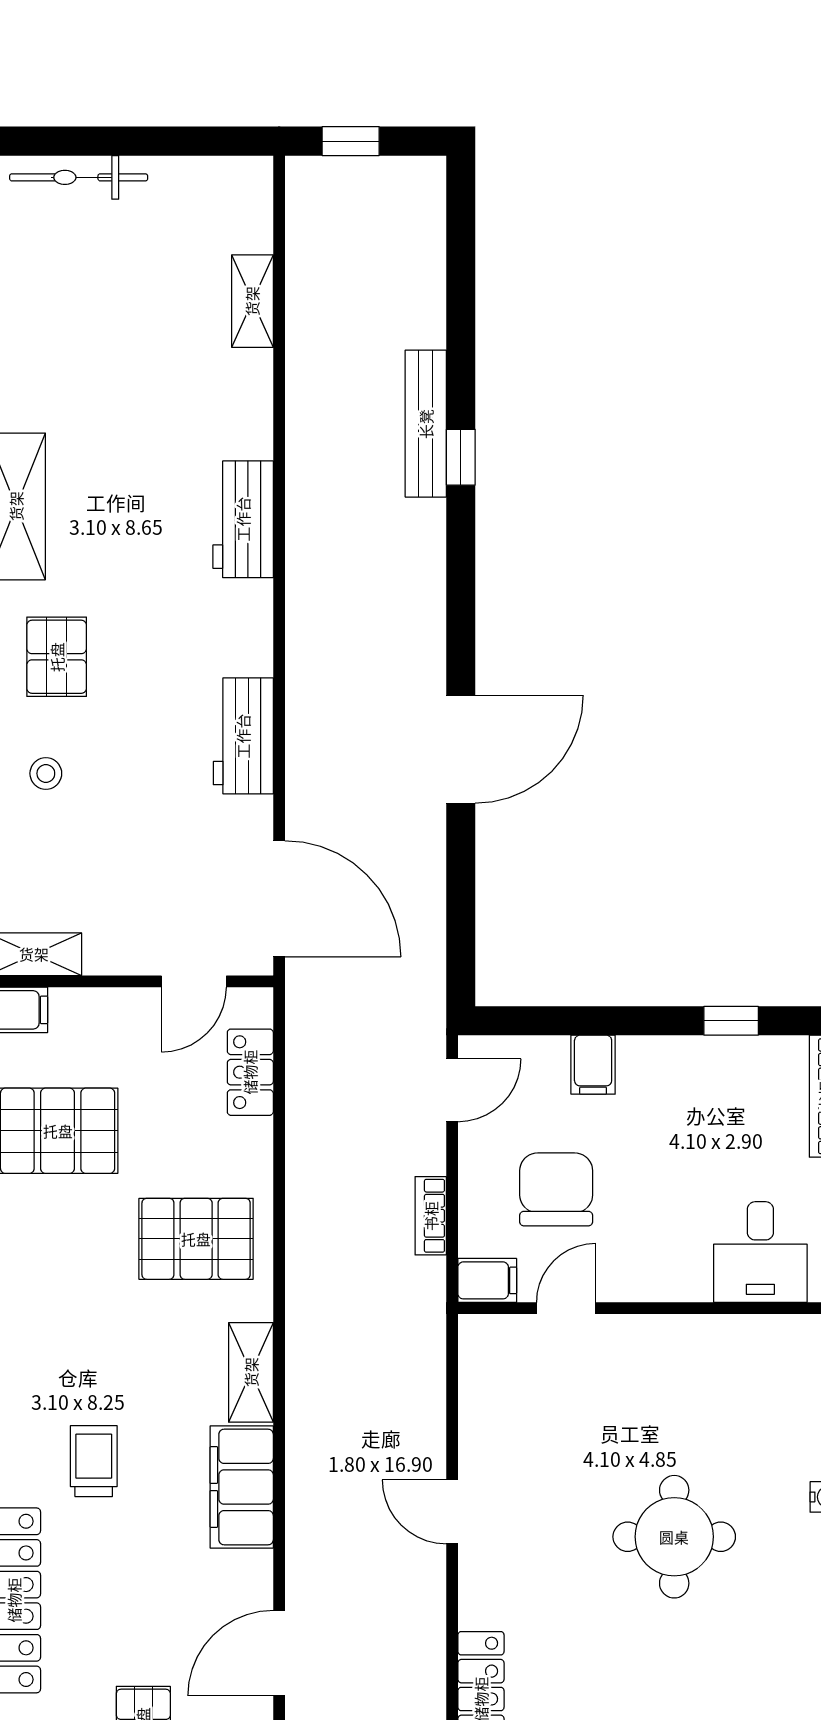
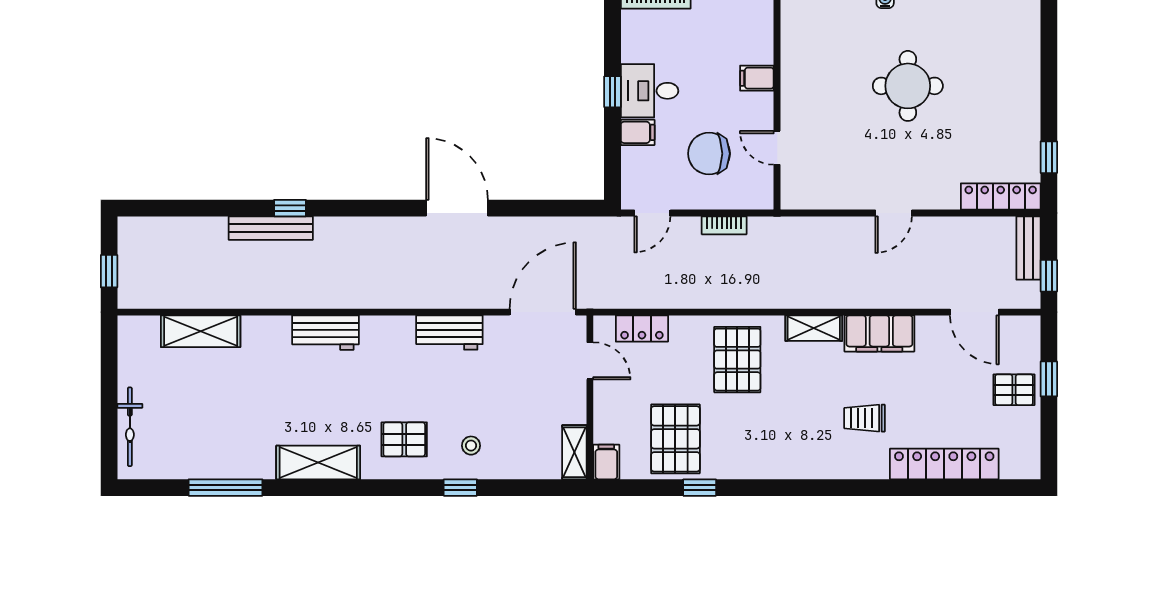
shelving: (252, 301) -> (201, 331), width x1.50, depth x1.33
window: (731, 1021) -> (613, 92), moved
door: (452, 1090) -> (652, 213), swing flipped
desk: (760, 1252) -> (650, 91), moved, turned 180
filing cabinet: (487, 1280) -> (757, 78), moved, turned -90

